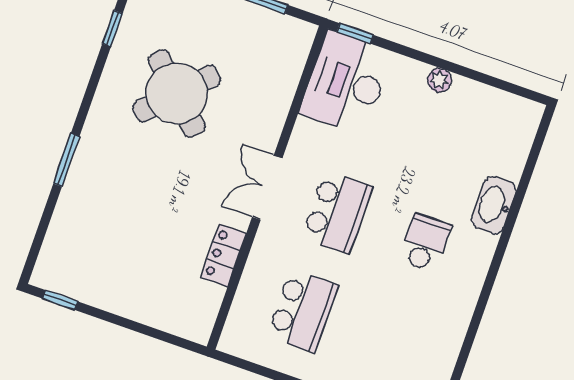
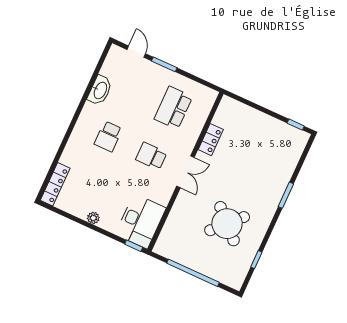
locker: (520, 139) -> (55, 184), added
washbasin: (494, 205) -> (100, 90), moved
school desk: (337, 212) -> (151, 156), width x0.54

